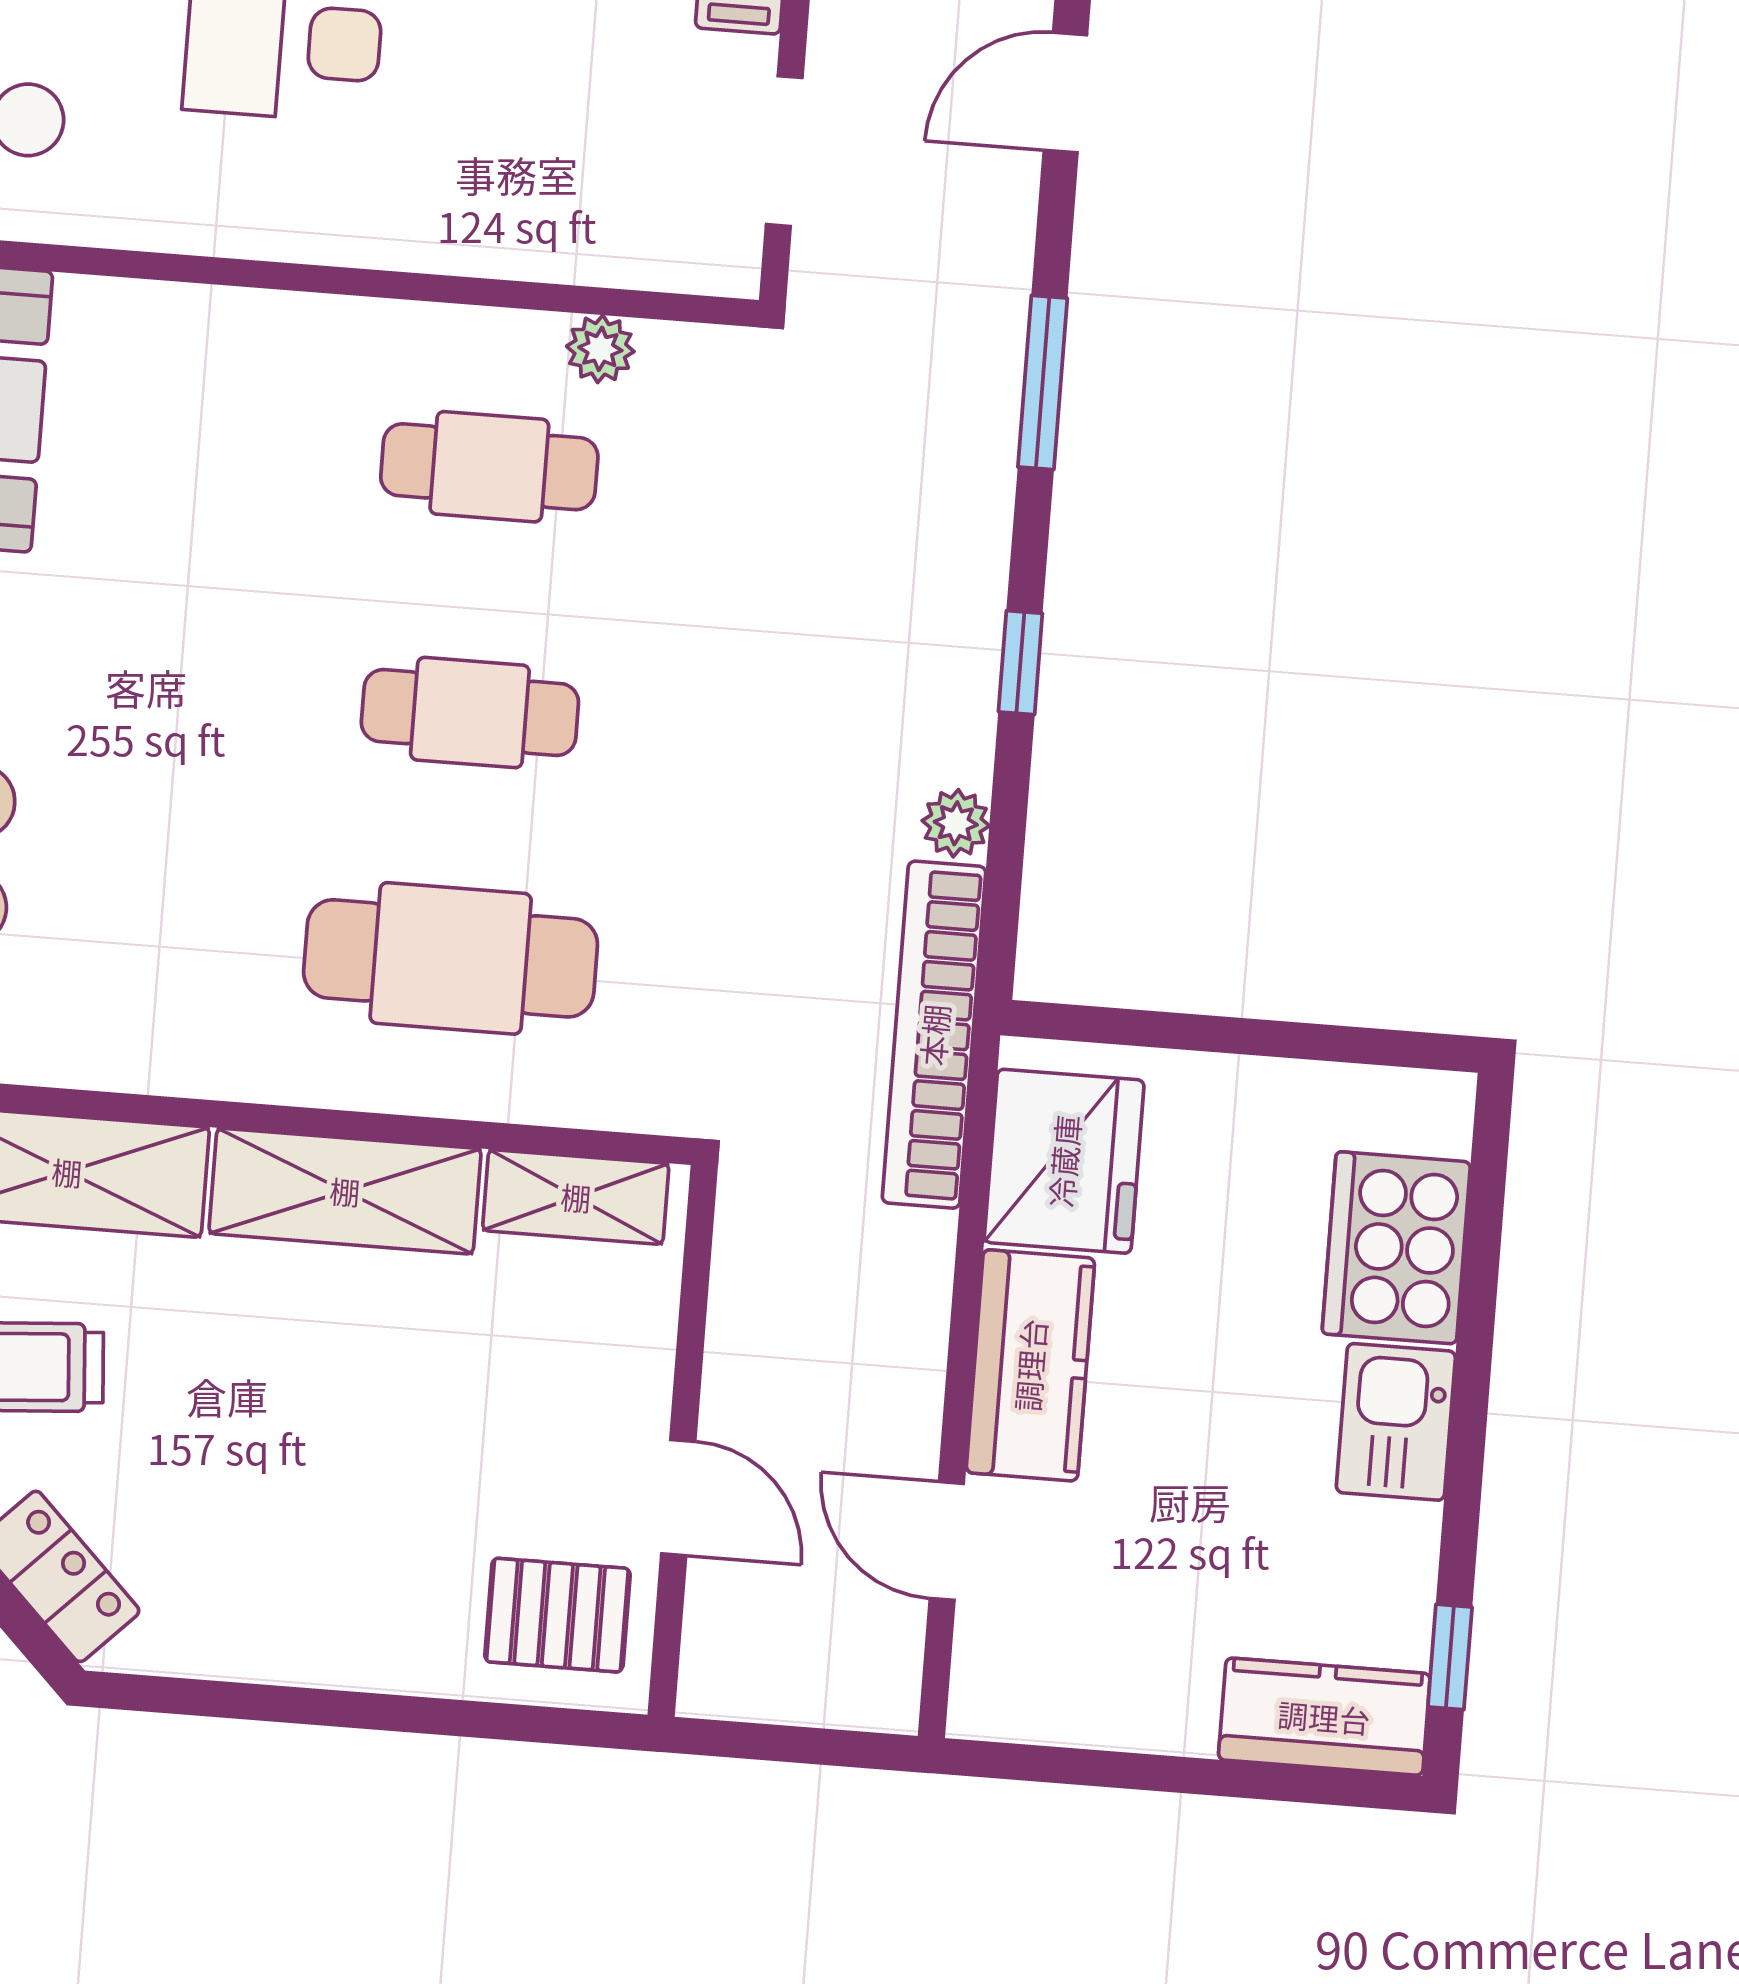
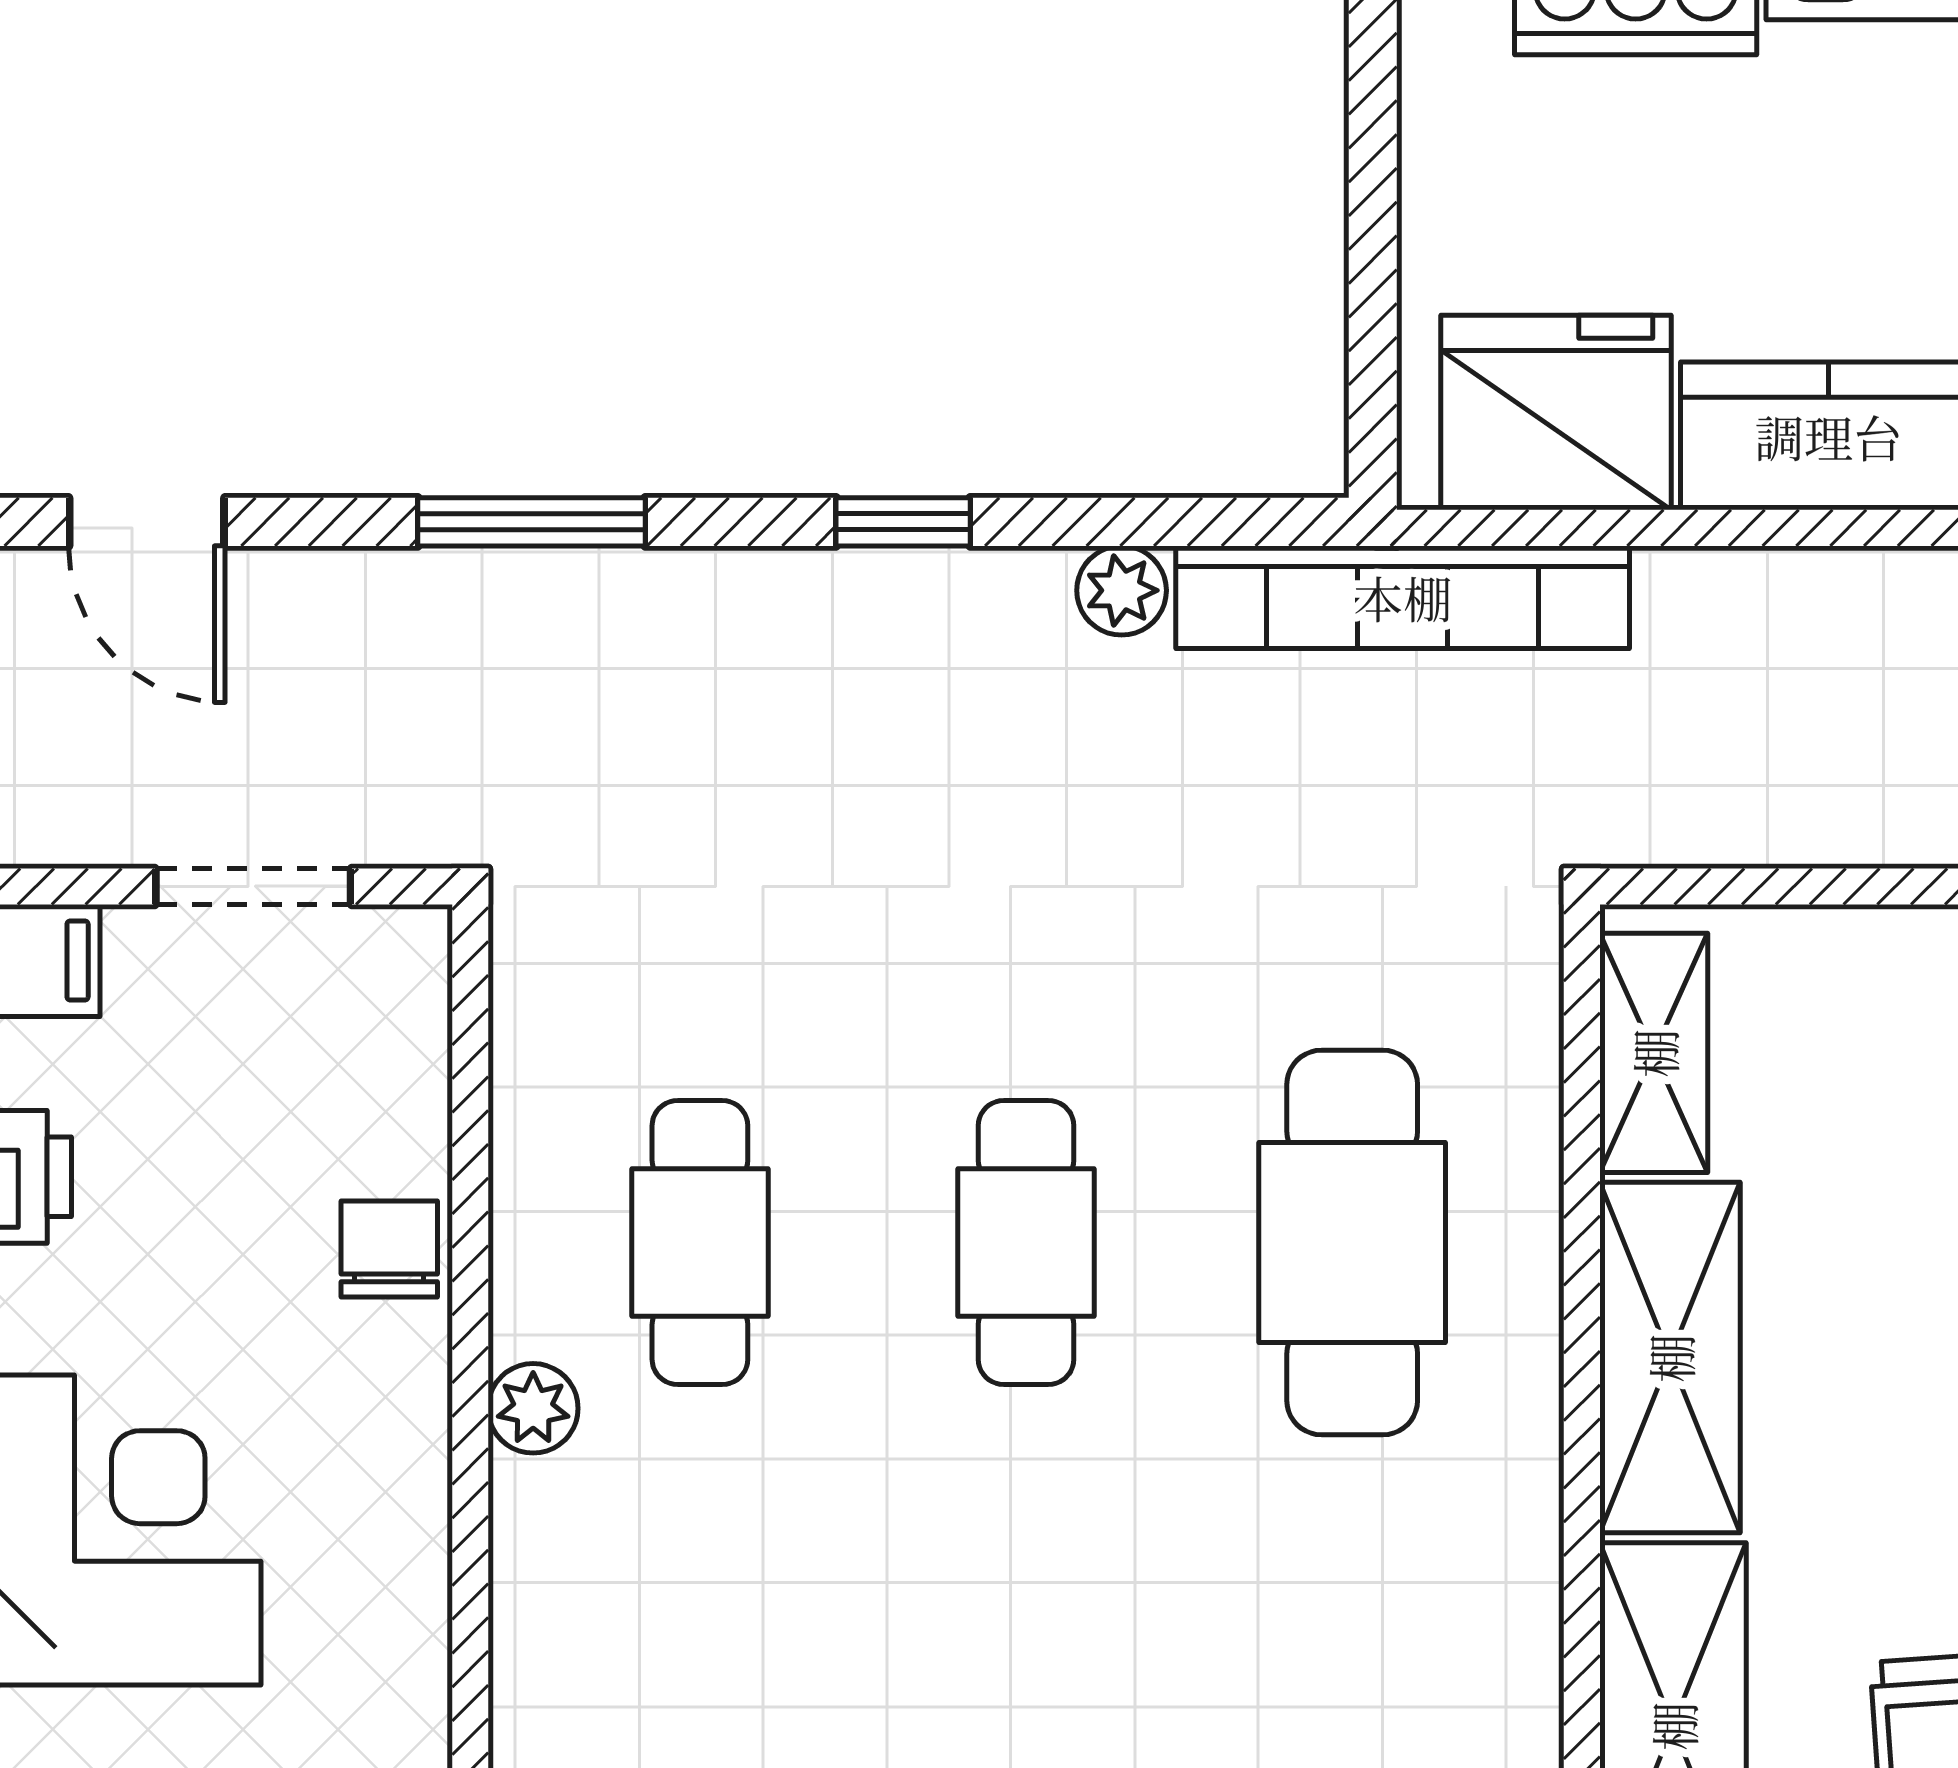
chair: (503, 232) -> (389, 1249), added
plant: (600, 349) -> (533, 1408), moved

